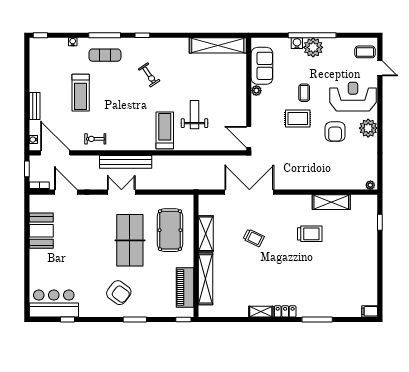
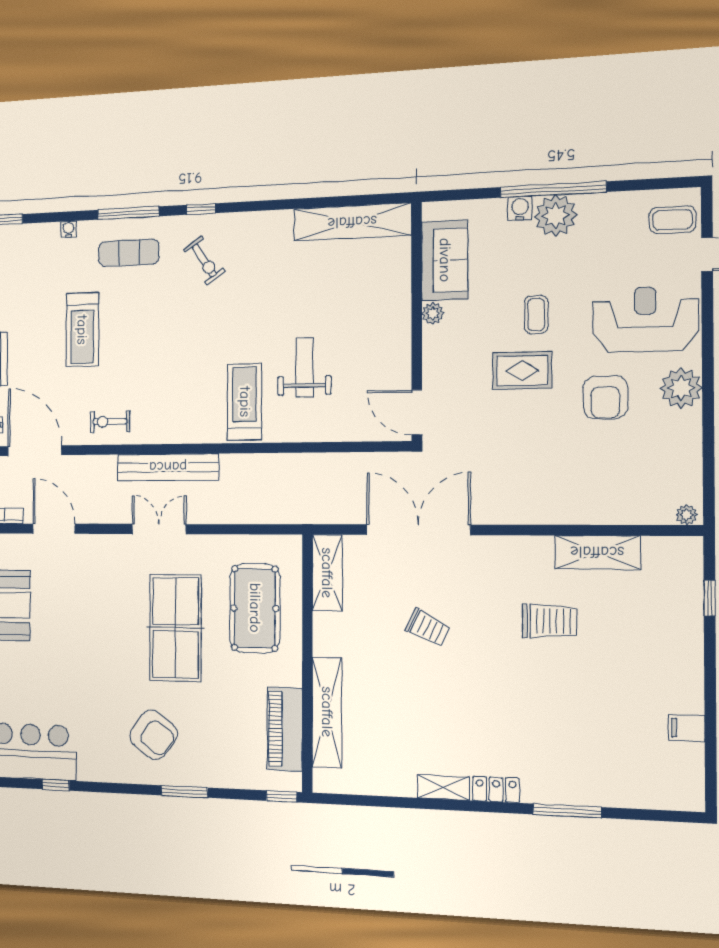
exercise bike: (149, 75) -> (204, 260), moved
shelving: (206, 234) -> (327, 573), moved
filing cabinet: (370, 311) -> (687, 728), moved

